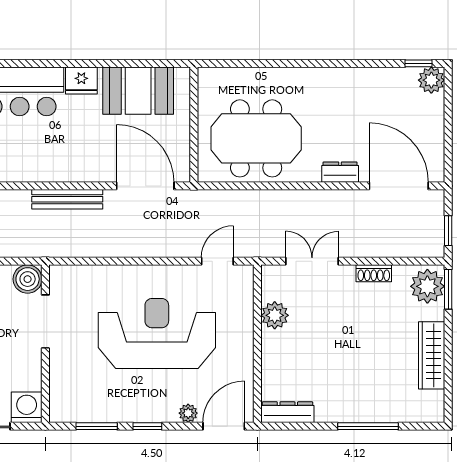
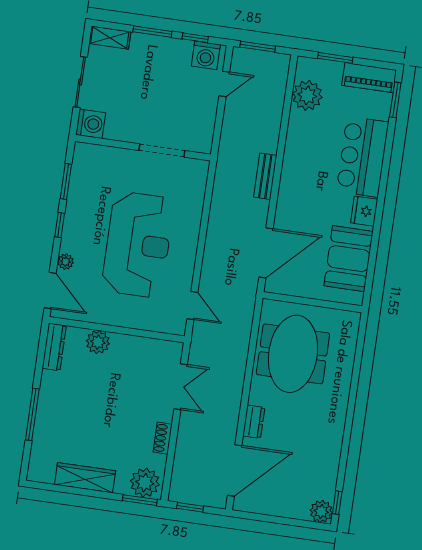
bench: (67, 199) -> (265, 176), width x0.73
boiler: (28, 279) -> (200, 140), removed
plant: (275, 315) -> (98, 342), moved

